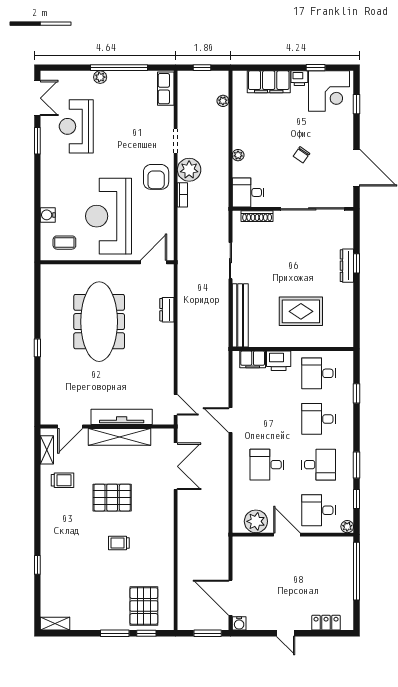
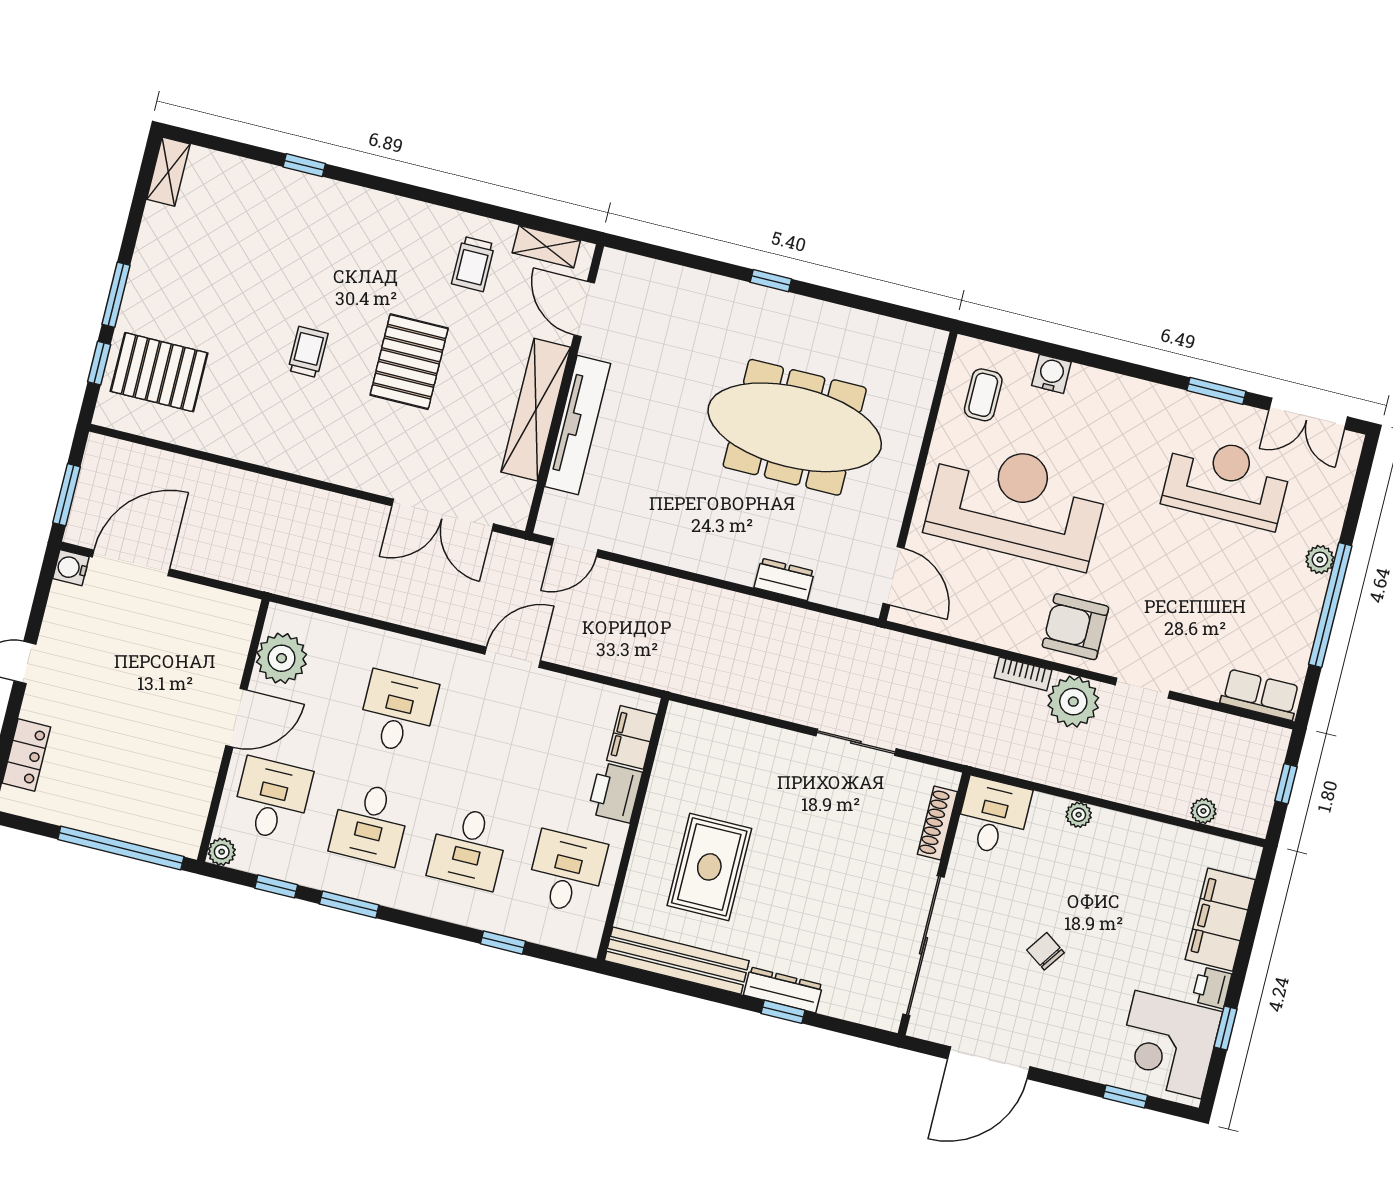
bench: (240, 315) -> (677, 961), moved
desk: (319, 419) -> (468, 848), turned 180

